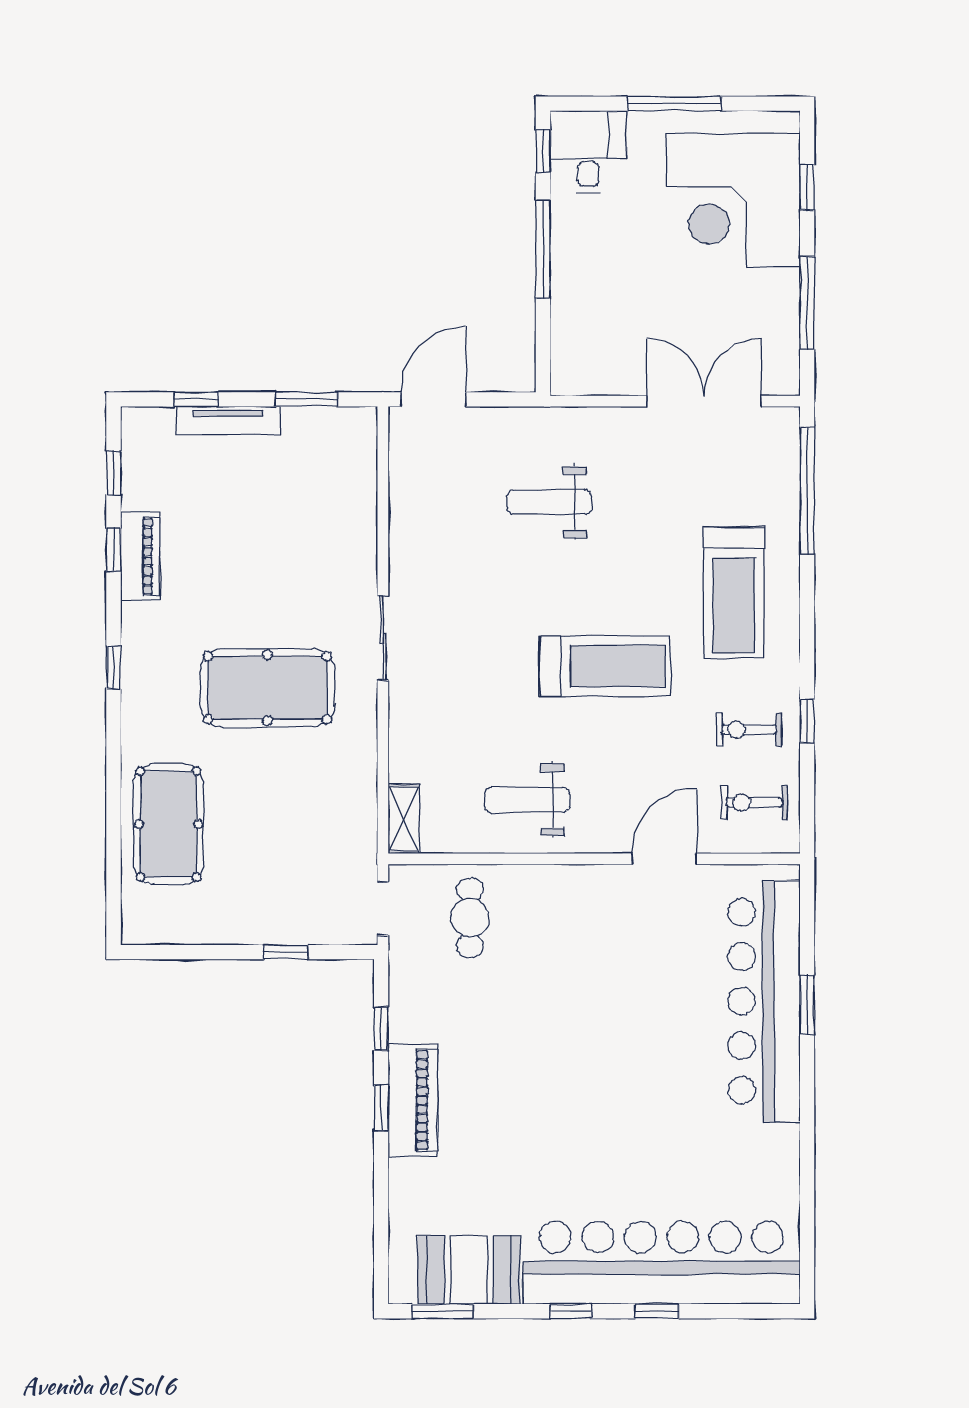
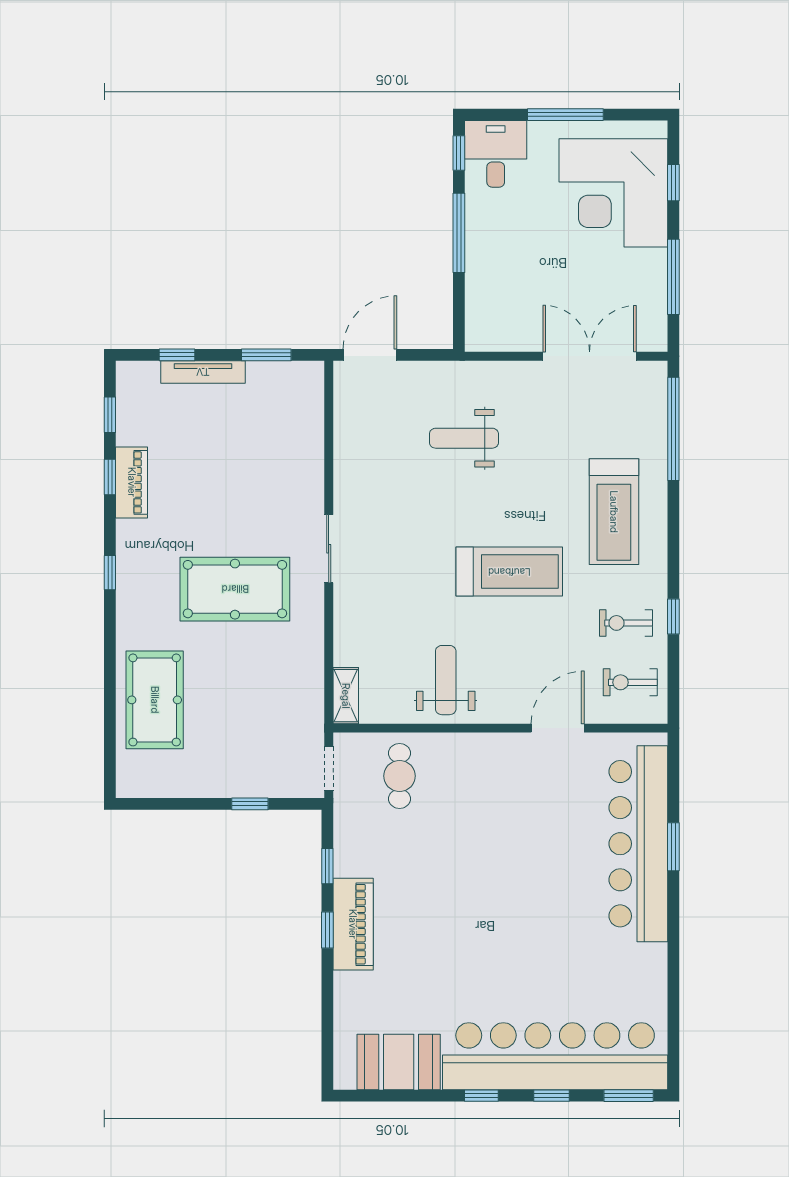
weight bench: (527, 800) -> (446, 680), turned 90
window: (443, 1311) -> (629, 1096), moved

